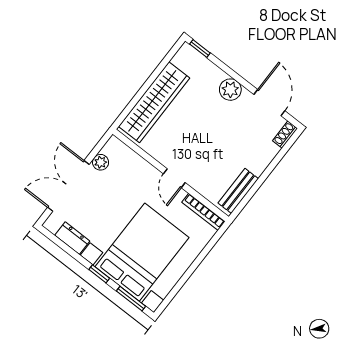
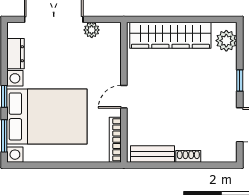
window: (200, 49) -> (240, 81), moved
plant: (230, 90) -> (226, 41), moved
shoe rack: (285, 135) -> (188, 156), moved

